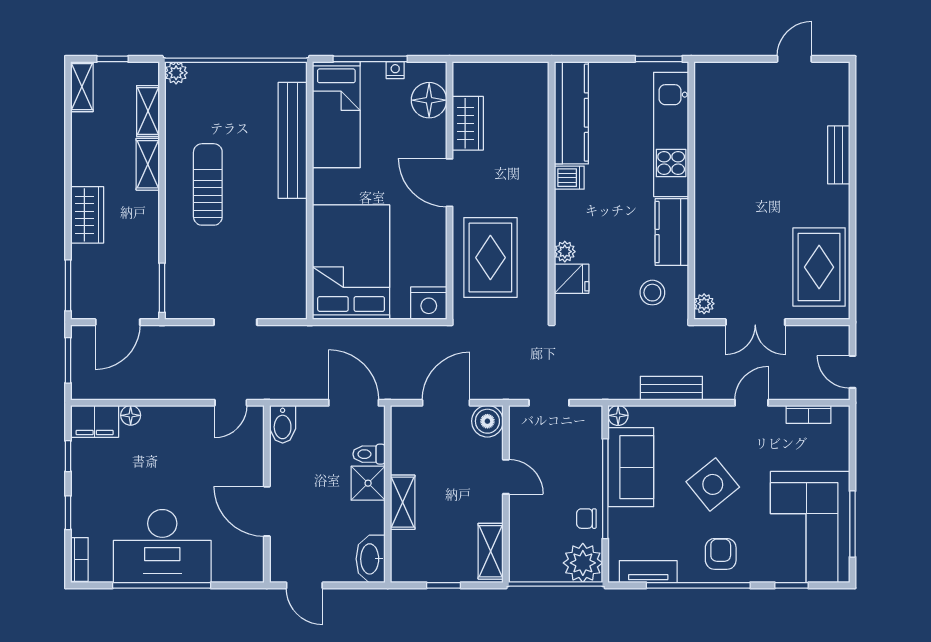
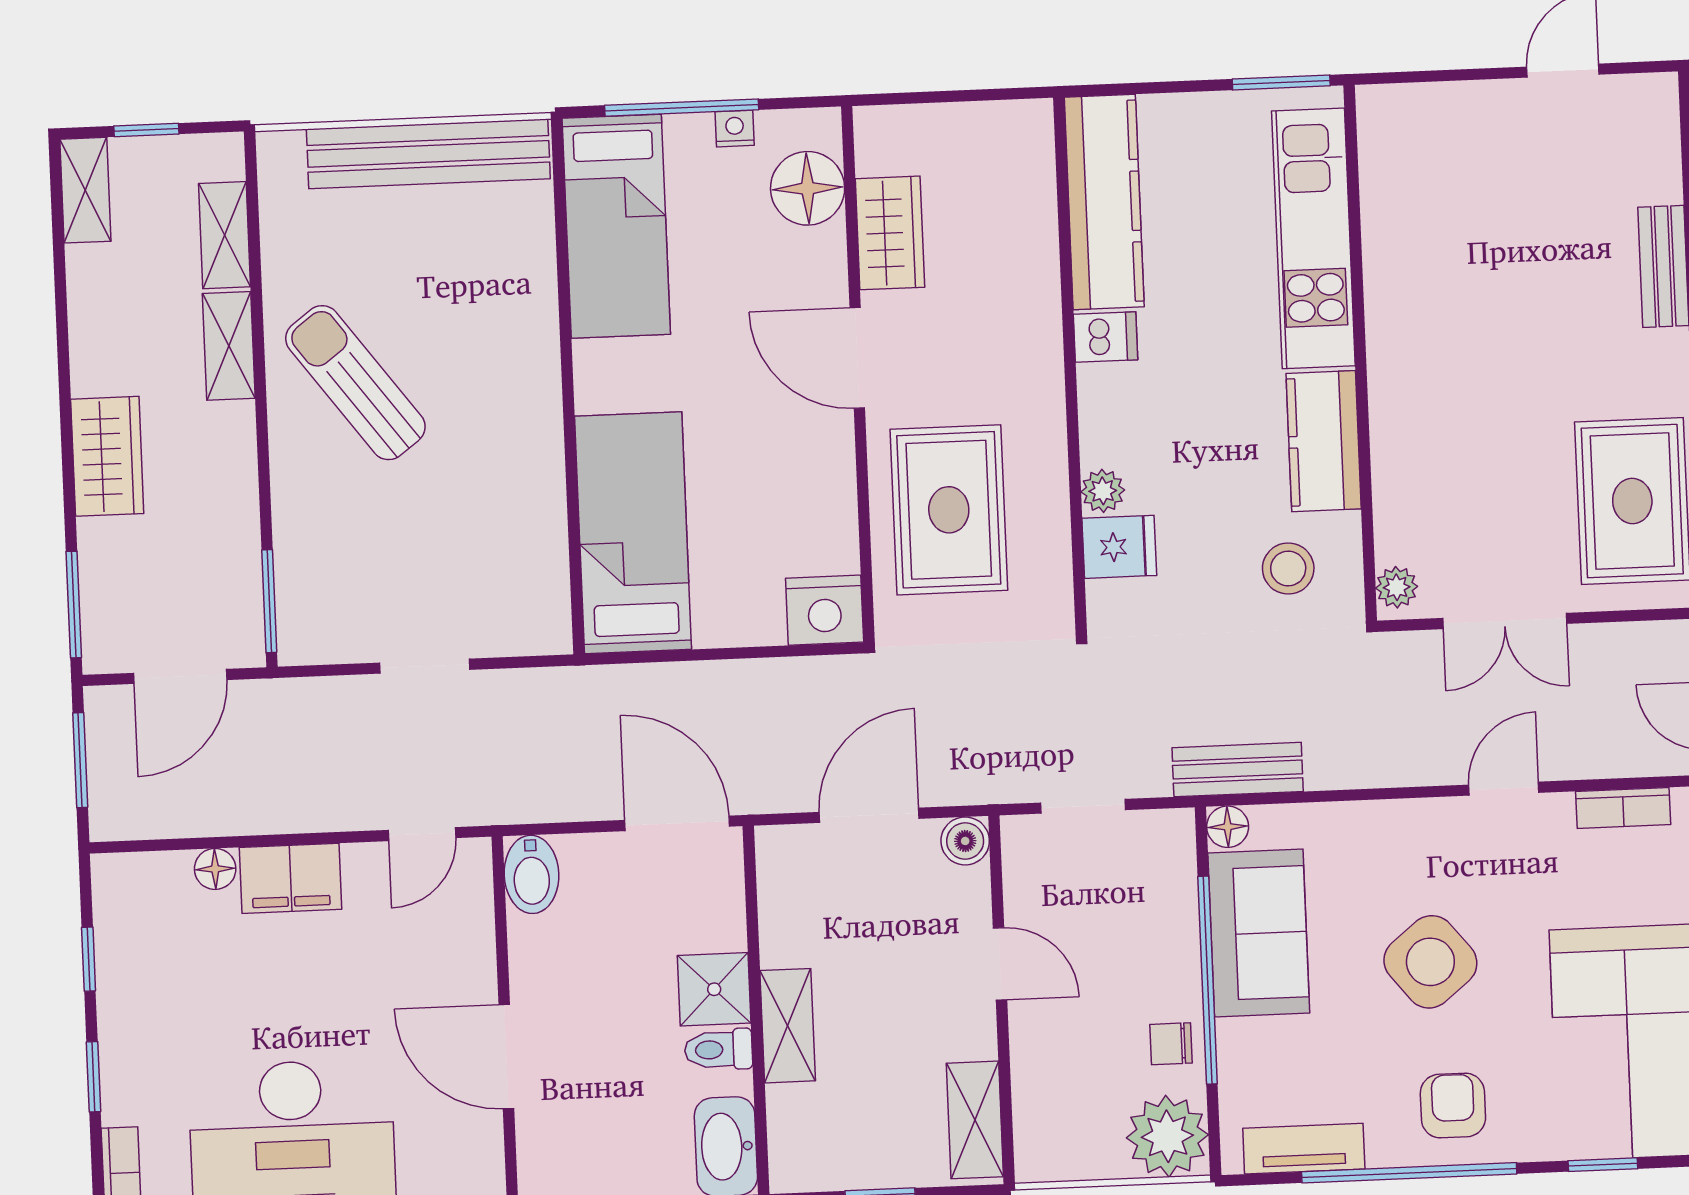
plant: (176, 73) -> (280, 153), removed
bench: (293, 140) -> (428, 154), moved, turned 90
sun lounger: (208, 184) -> (355, 383), turned -37
bed: (351, 262) -> (633, 533), width x0.67
bench: (671, 388) -> (1238, 770), moved
filing cabinet: (95, 421) -> (290, 878), moved
boiler: (487, 421) -> (965, 841), width x0.73, depth x0.73
toilet: (369, 454) -> (718, 1050), moved

